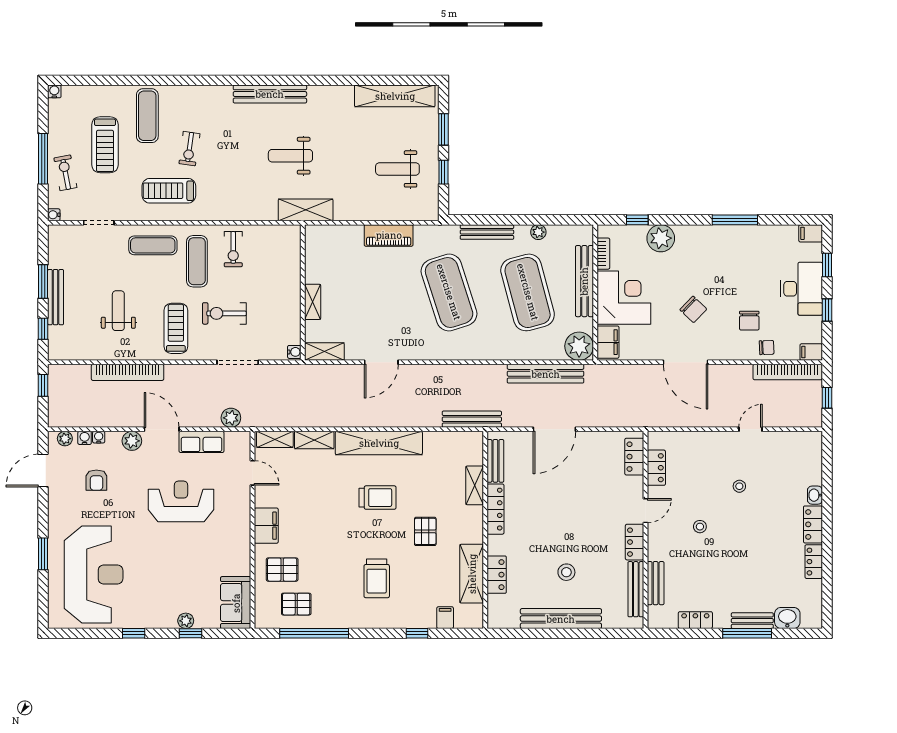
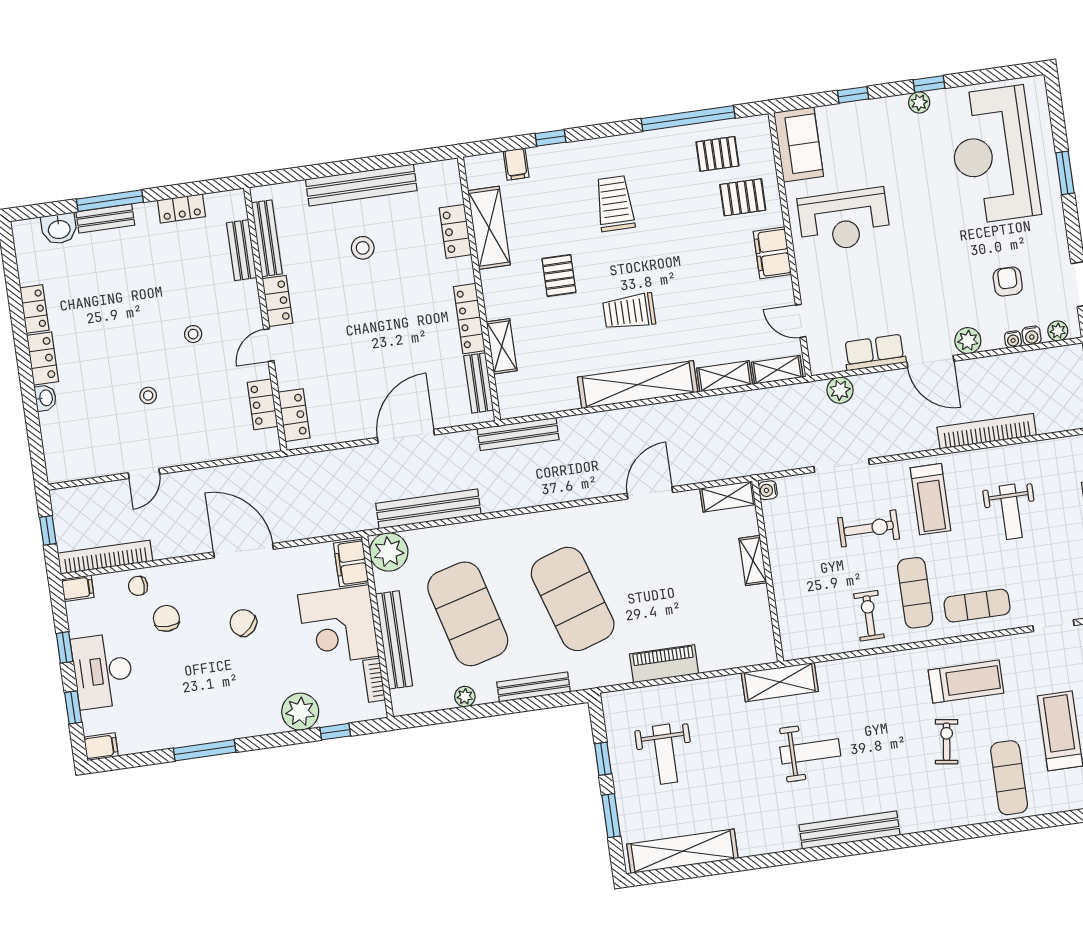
weight bench: (397, 169) -> (665, 754), turned 90
reception desk: (181, 501) -> (844, 220), moved
plant: (186, 621) -> (919, 102), moved

